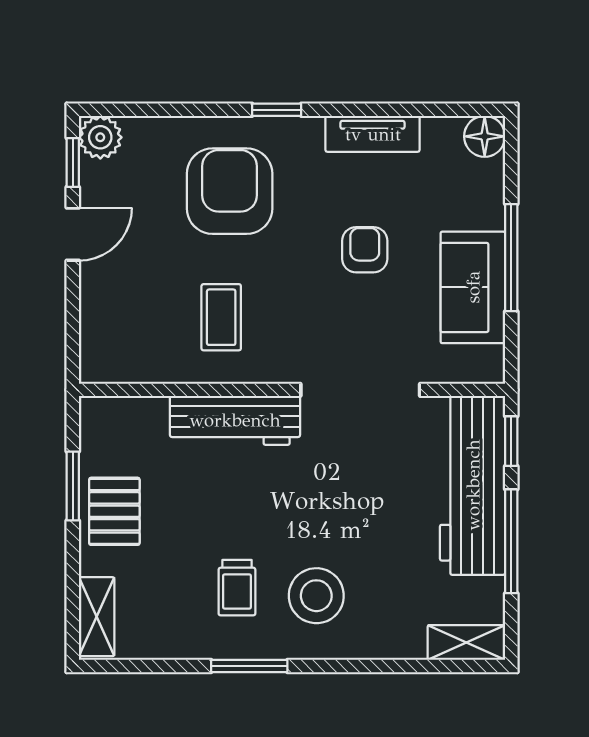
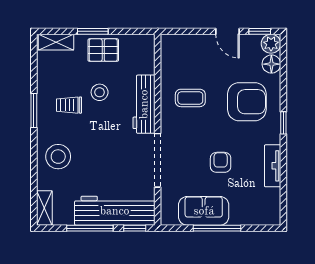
floor lamp: (485, 136) -> (271, 64), moved
armchair: (365, 250) -> (221, 162), turned -90
window: (73, 486) -> (93, 31), moved
stool: (209, 520) -> (100, 92), added
stool: (316, 596) -> (58, 157), moved

